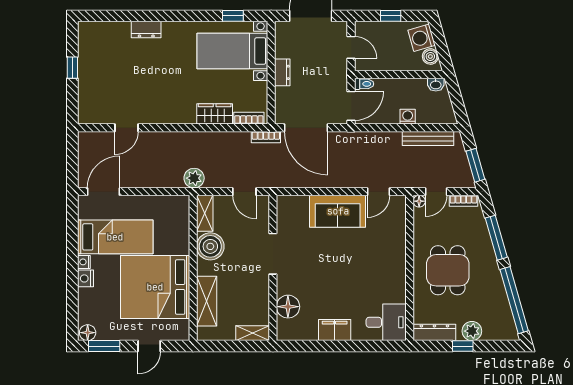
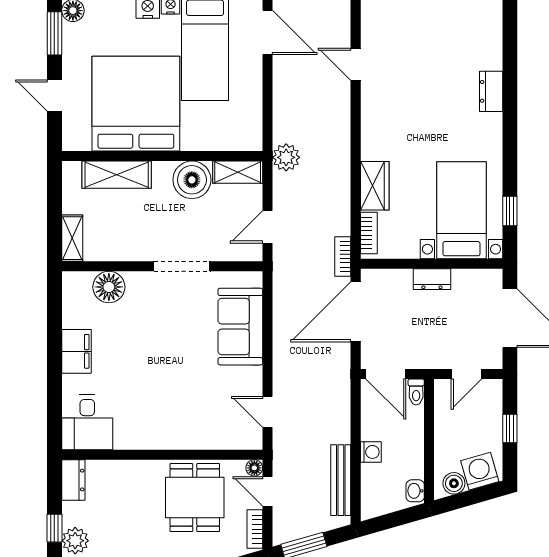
sofa: (338, 211) -> (240, 327), moved
dining table: (448, 270) -> (195, 498), moved, turned 90
dresser: (434, 332) -> (73, 480), width x0.70

